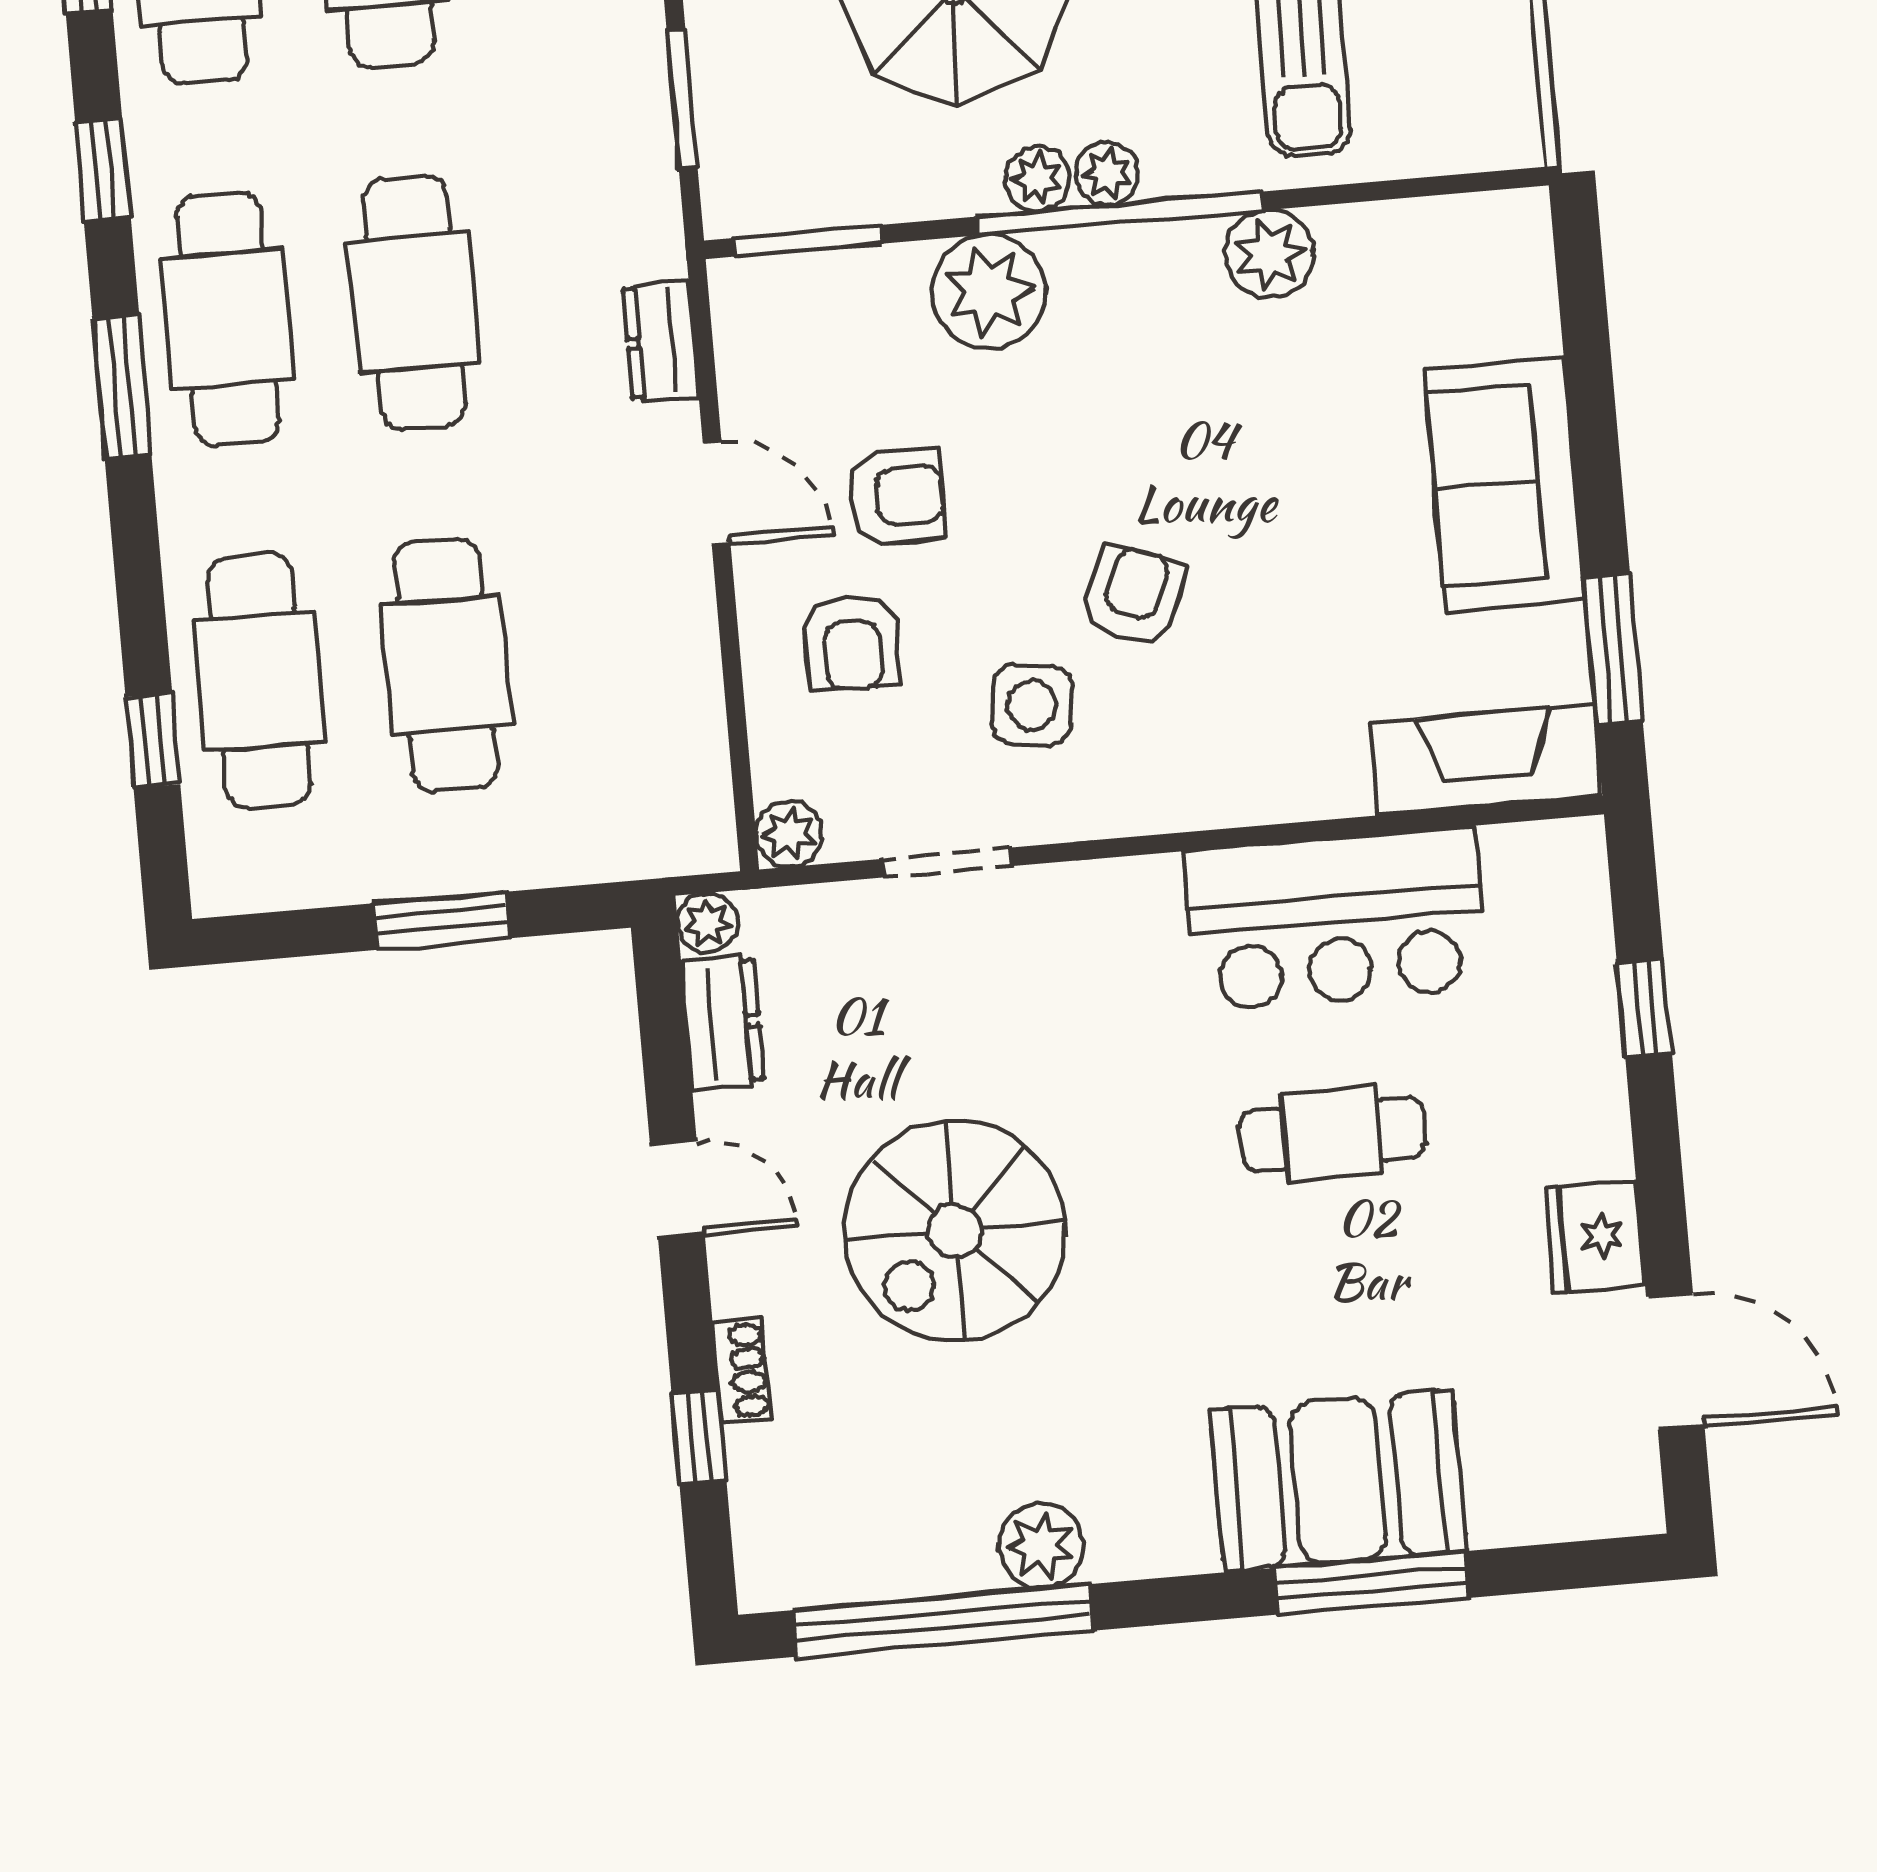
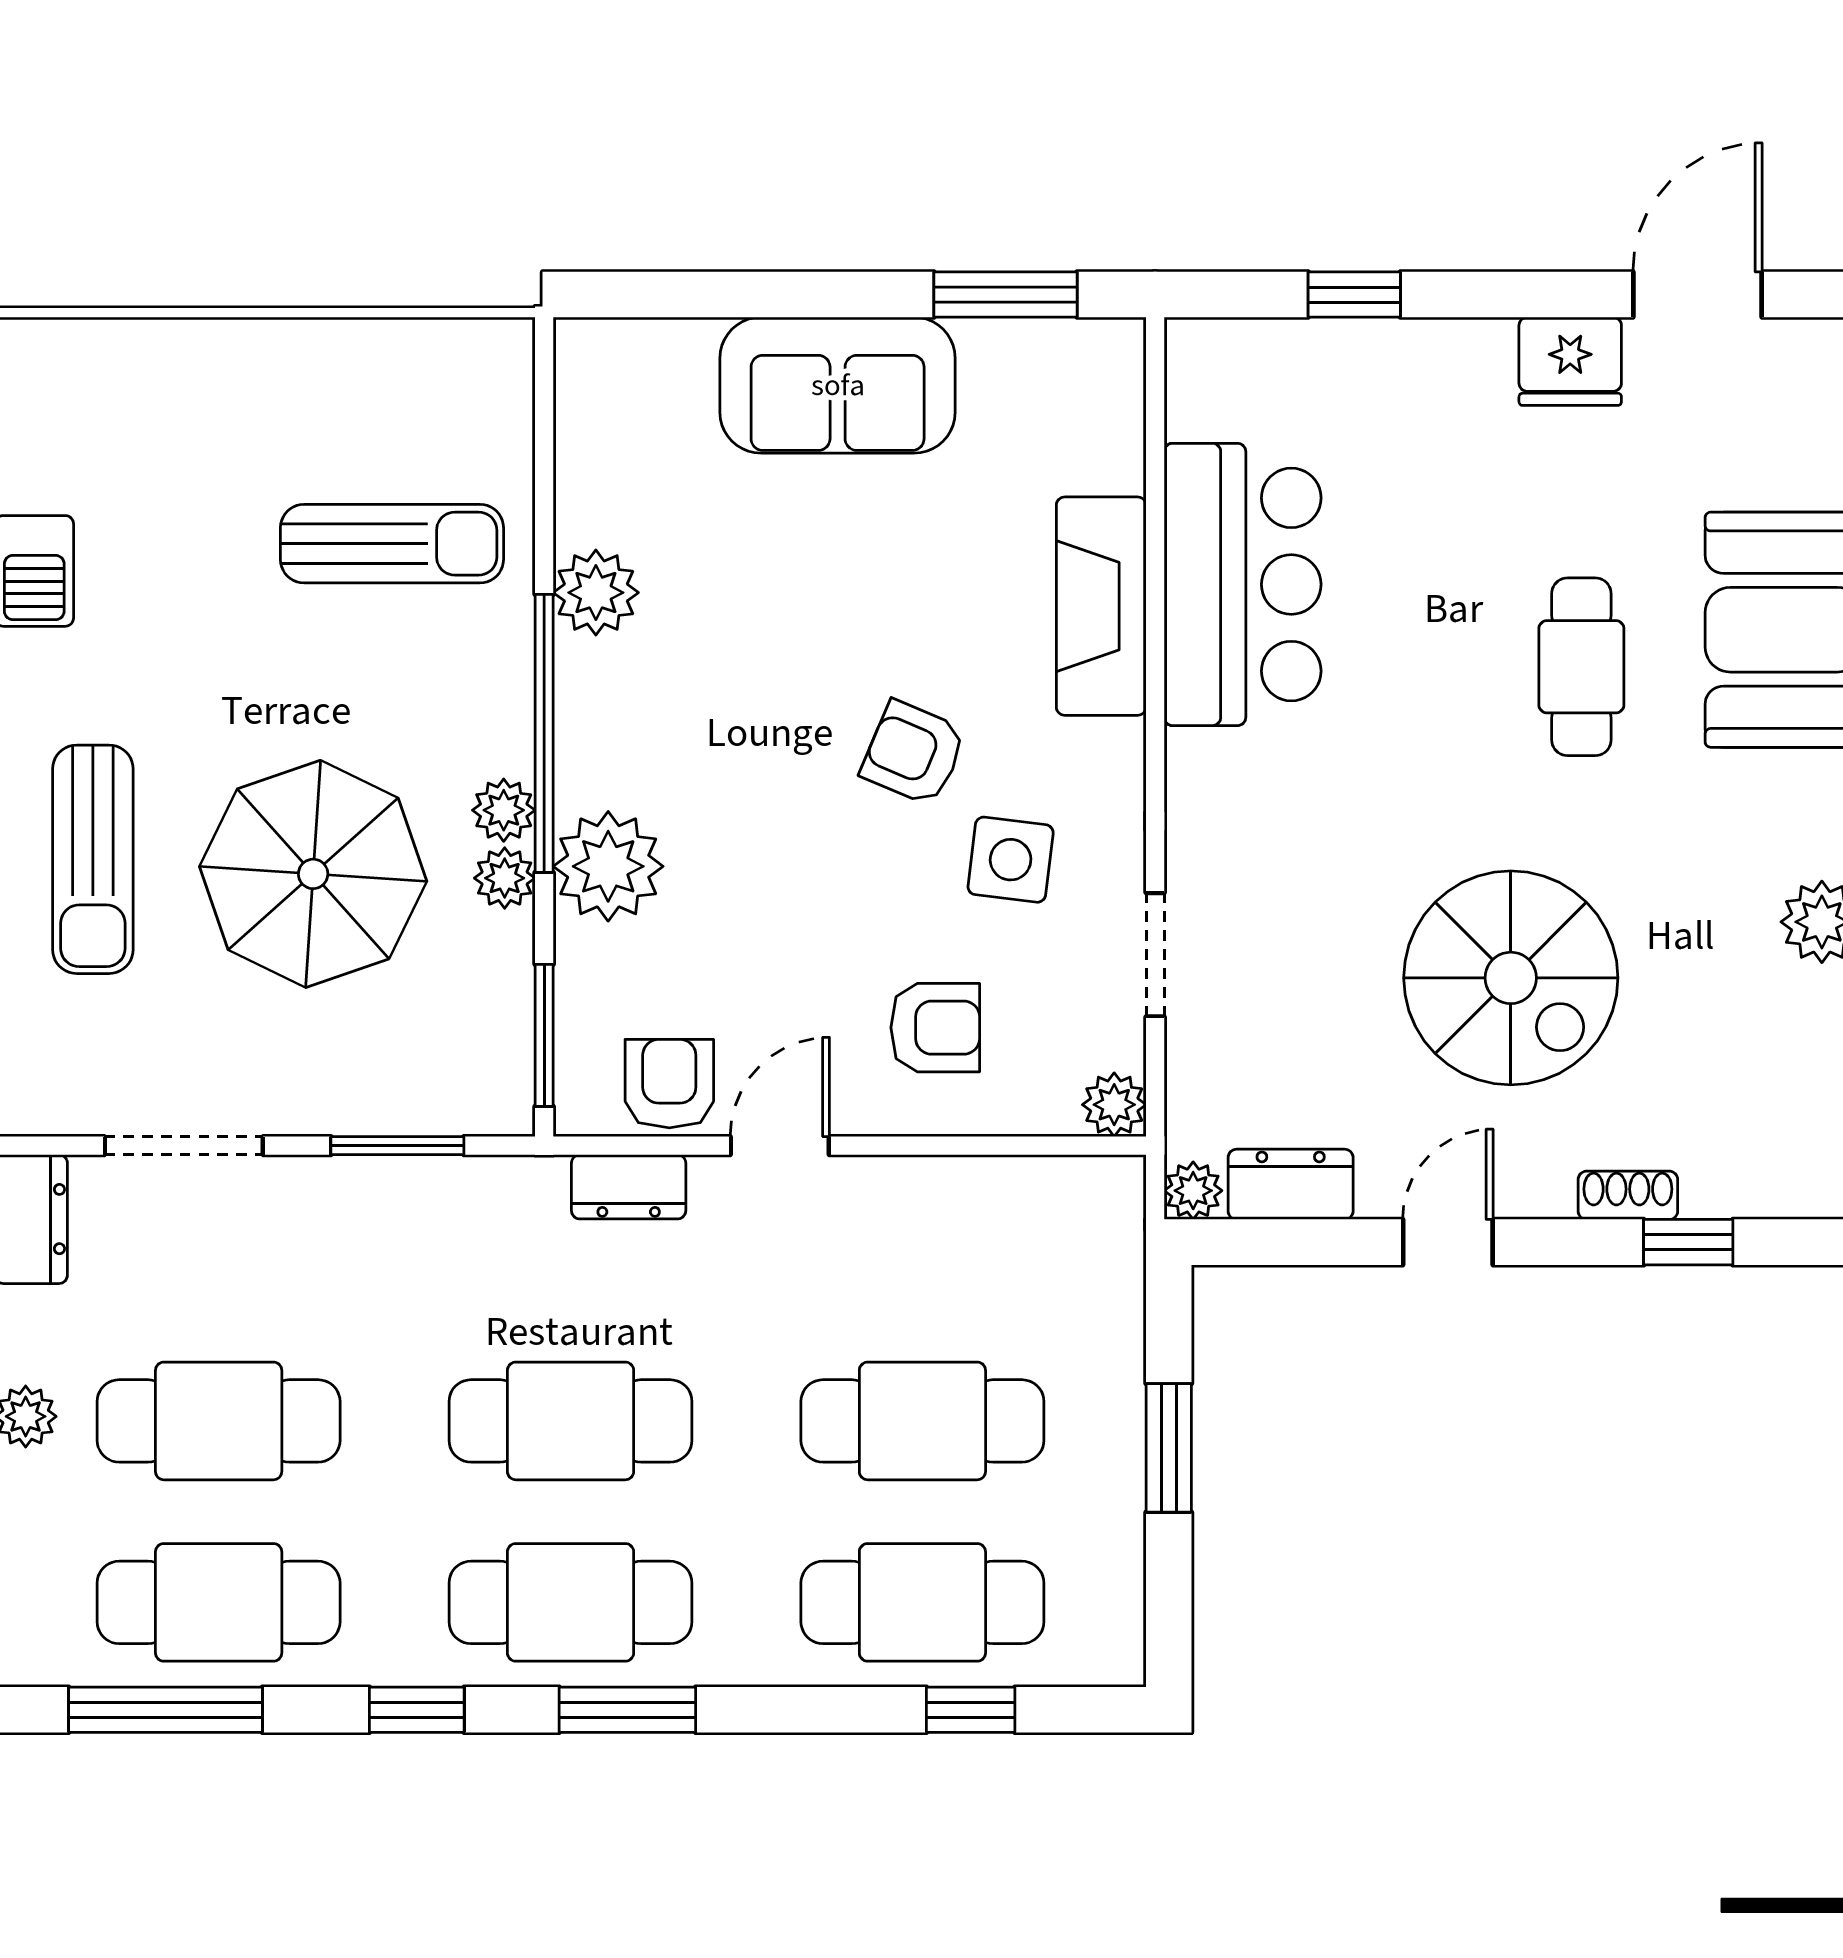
plant: (1107, 174) -> (505, 878), moved
armchair: (897, 496) -> (669, 1084), moved
fireplace: (1486, 759) -> (1101, 606), moved
cafe table: (1332, 1134) -> (1581, 667), moved

